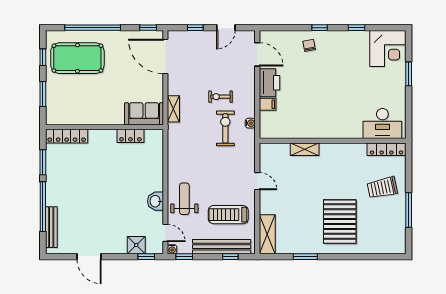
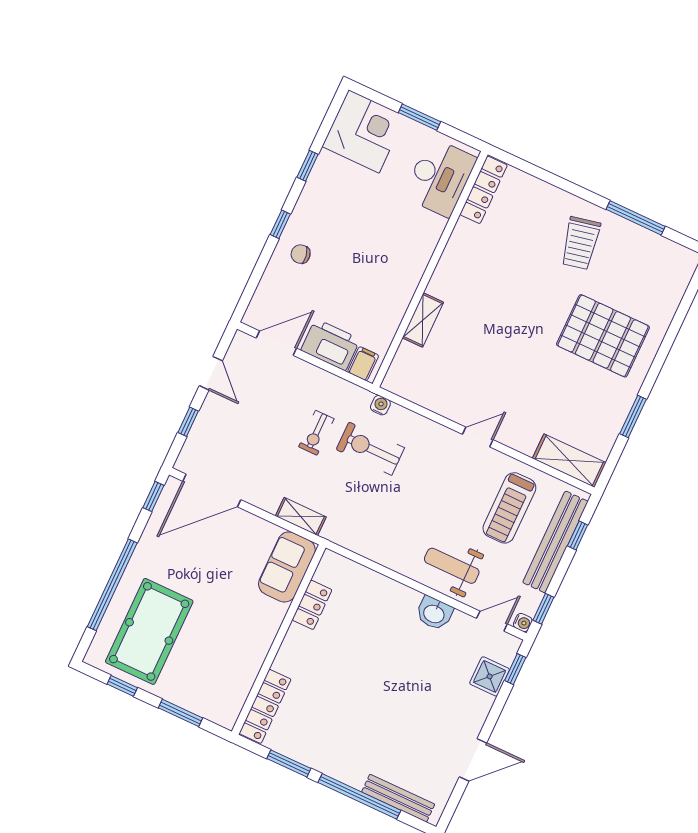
desk: (382, 124) -> (440, 177), moved
wall: (333, 141) -> (430, 269), moved
shelving: (305, 149) -> (423, 320), moved
locker: (387, 149) -> (484, 190), moved

